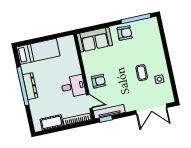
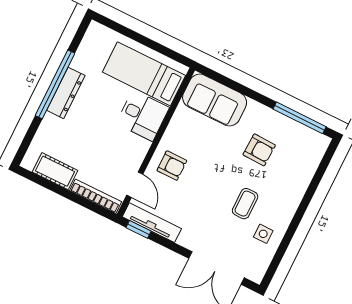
armchair: (125, 33) -> (259, 150), moved
bed: (38, 51) -> (144, 74), moved, turned 180
desk: (73, 86) -> (143, 115), moved

